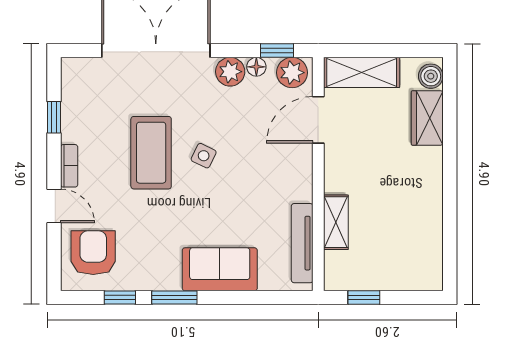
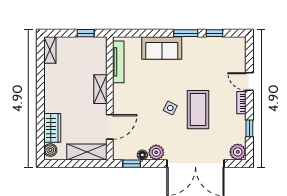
plant: (292, 73) -> (238, 152), moved
shelving: (336, 222) -> (100, 89), moved
armchair: (93, 253) -> (229, 57), removed
shelving: (432, 266) -> (50, 50), added

